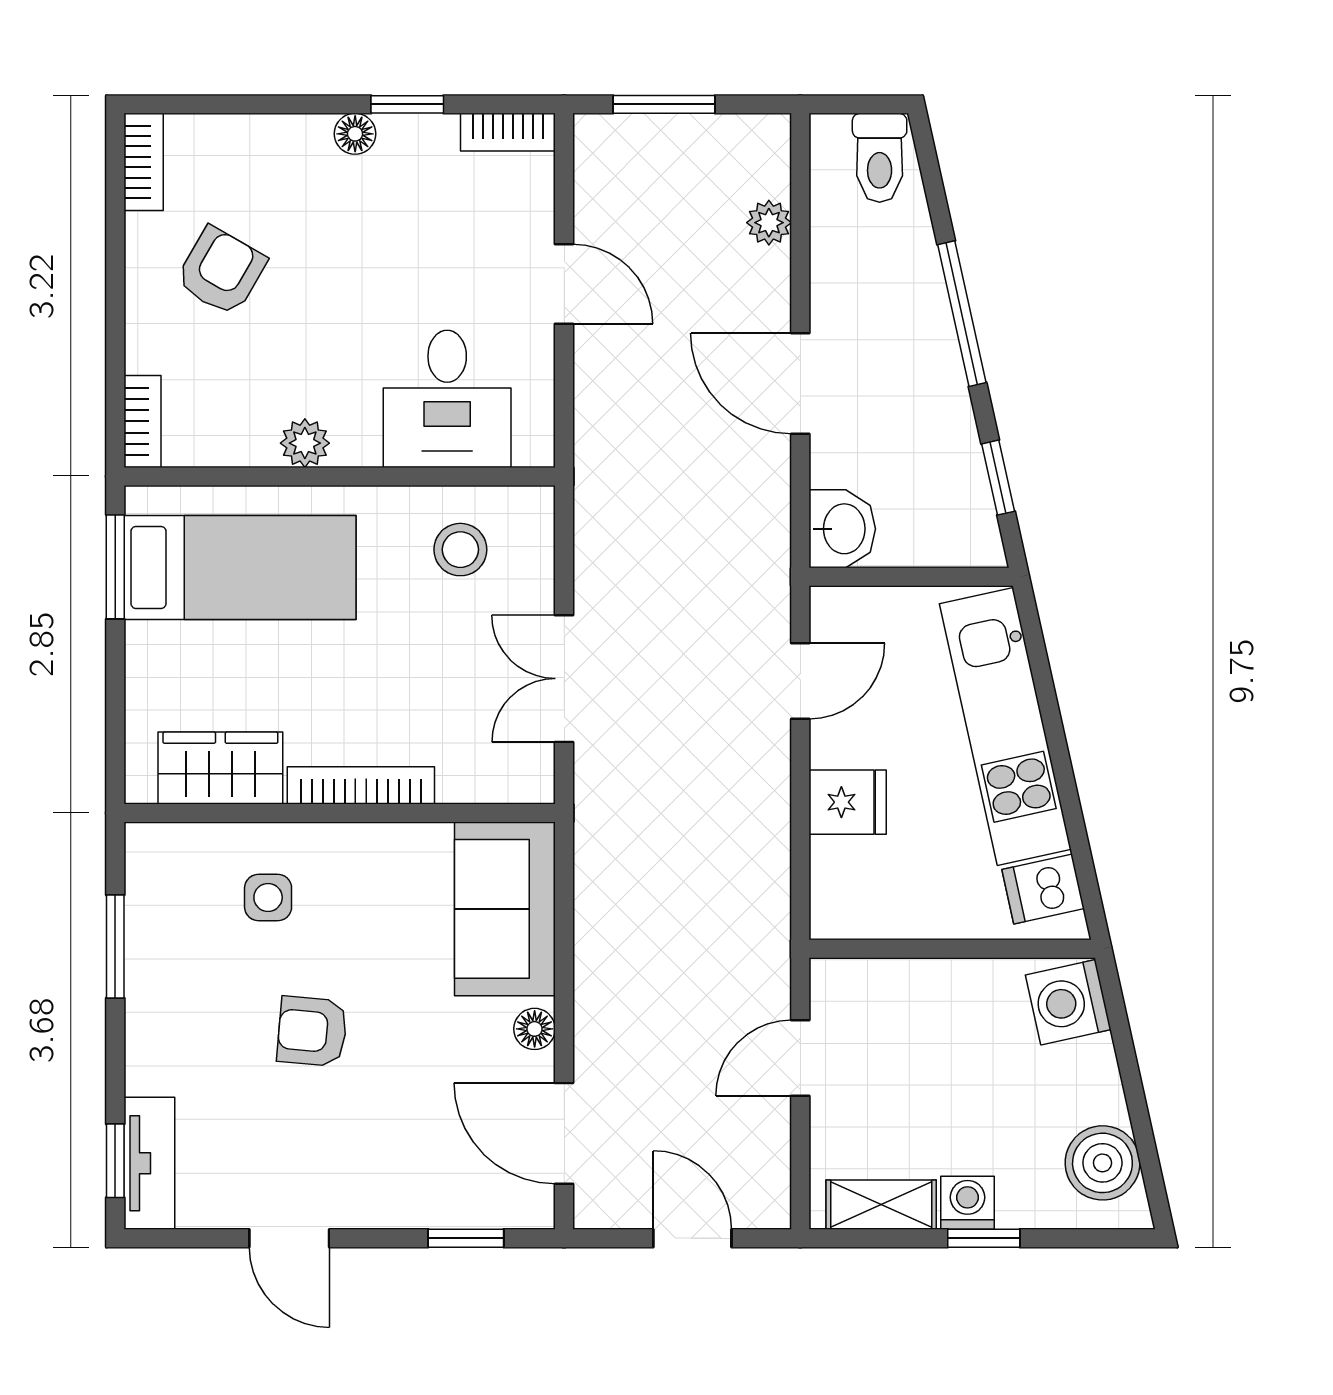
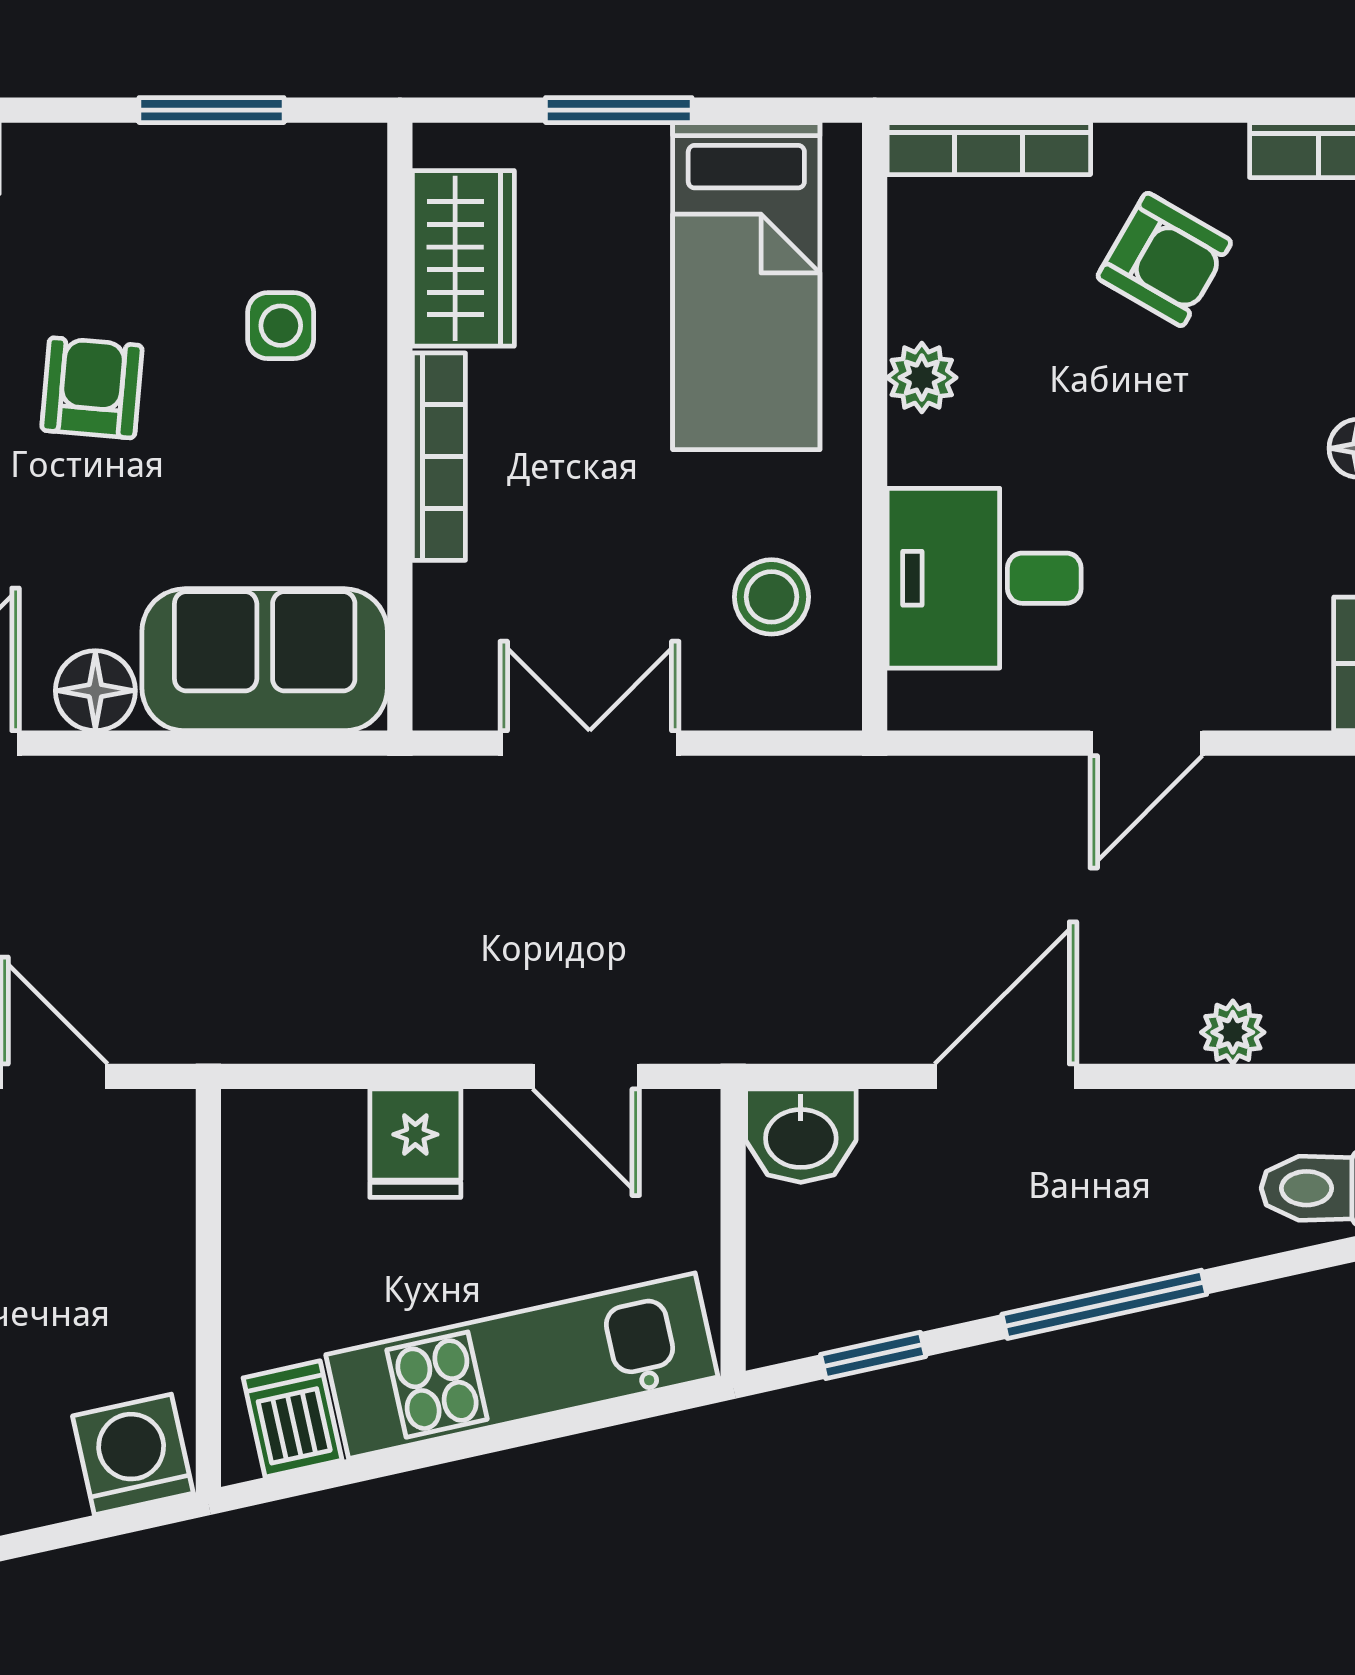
bookcase: (143, 421) -> (989, 149), width x1.56
window: (115, 567) -> (619, 110), moved
floor lamp: (535, 1029) -> (95, 691), width x1.37, depth x1.37

